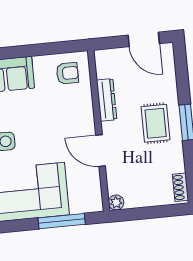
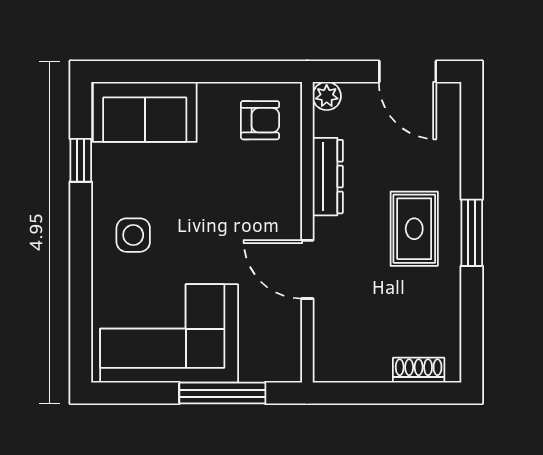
shoe rack: (181, 187) -> (419, 370), moved, turned 90
plant: (116, 202) -> (327, 96), moved

